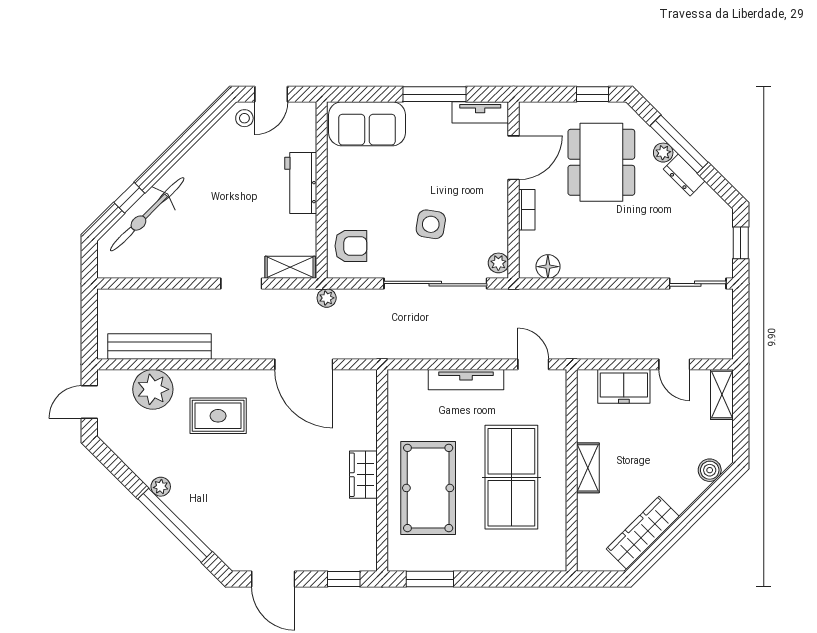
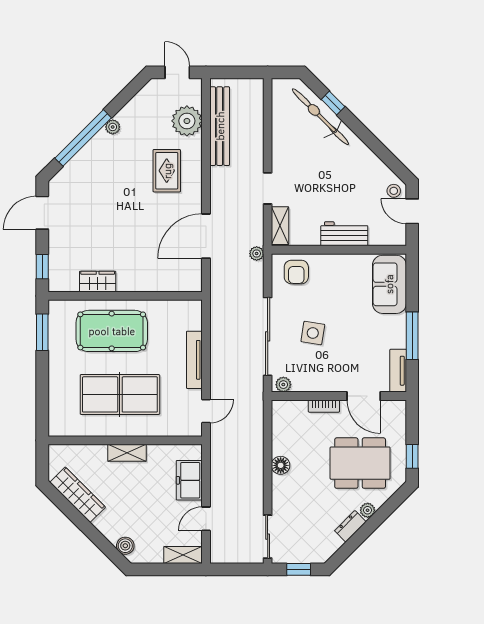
window: (679, 144) -> (374, 522), removed
floor lamp: (548, 267) -> (281, 465), moved
wardrobe: (363, 475) -> (98, 282), moved

